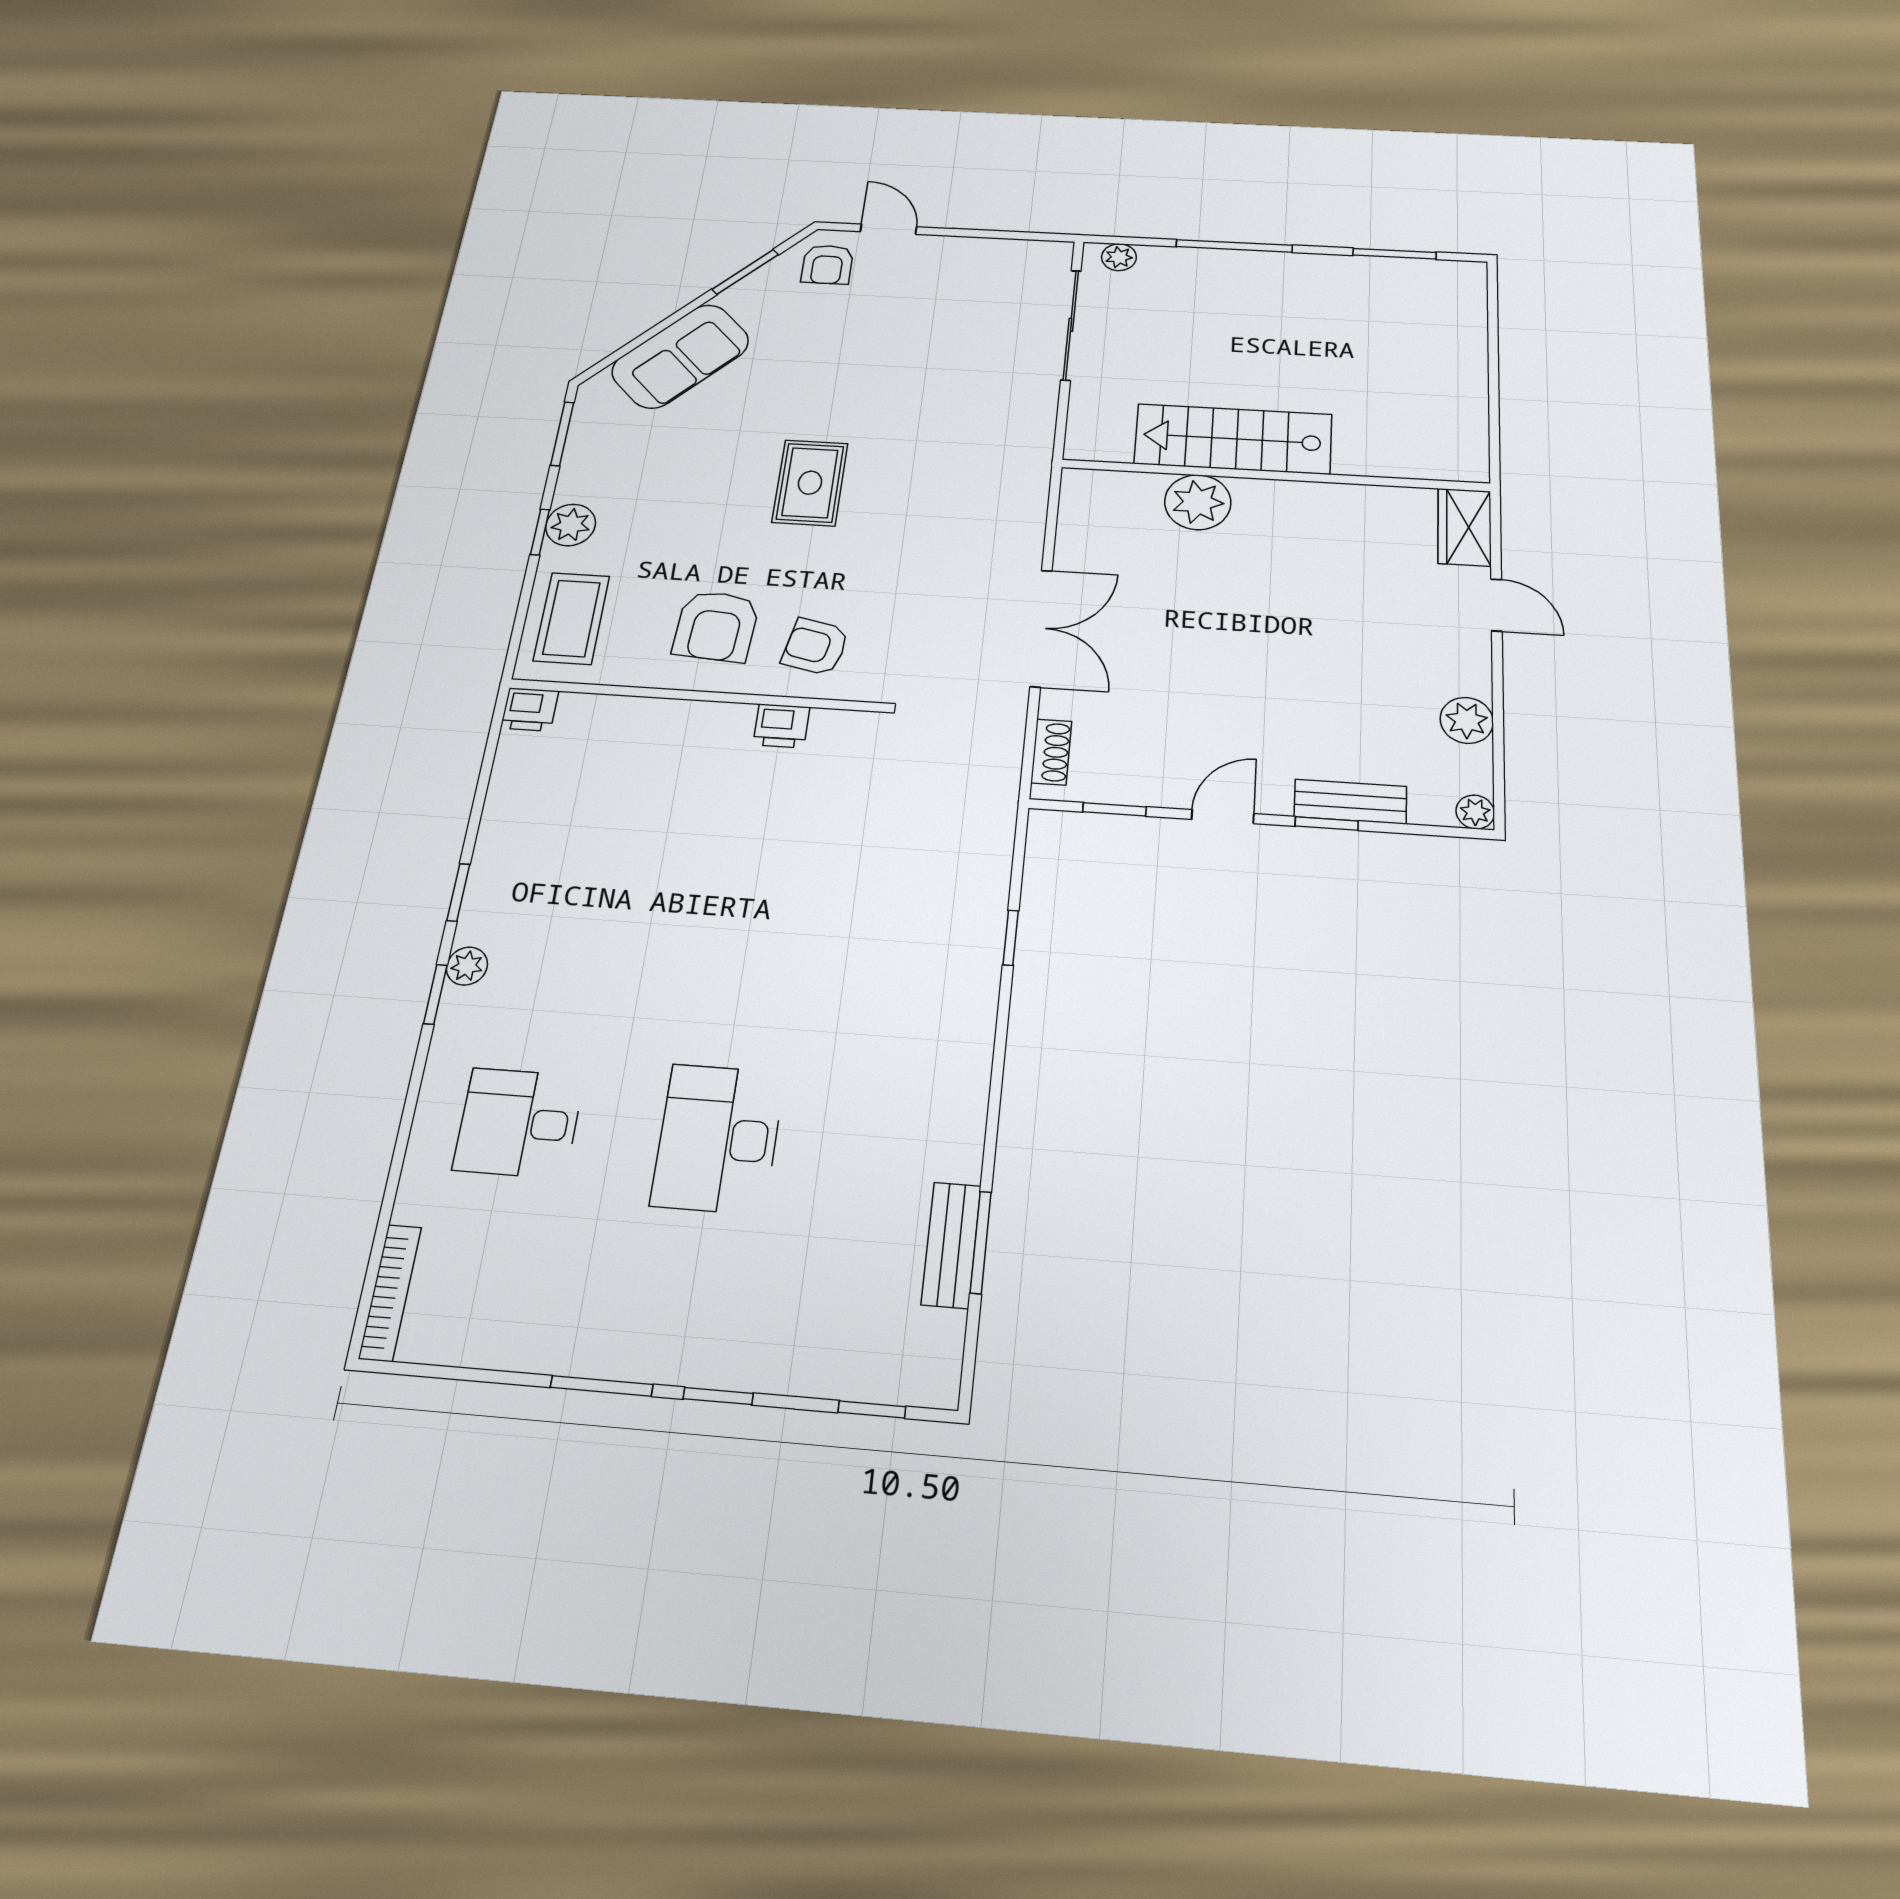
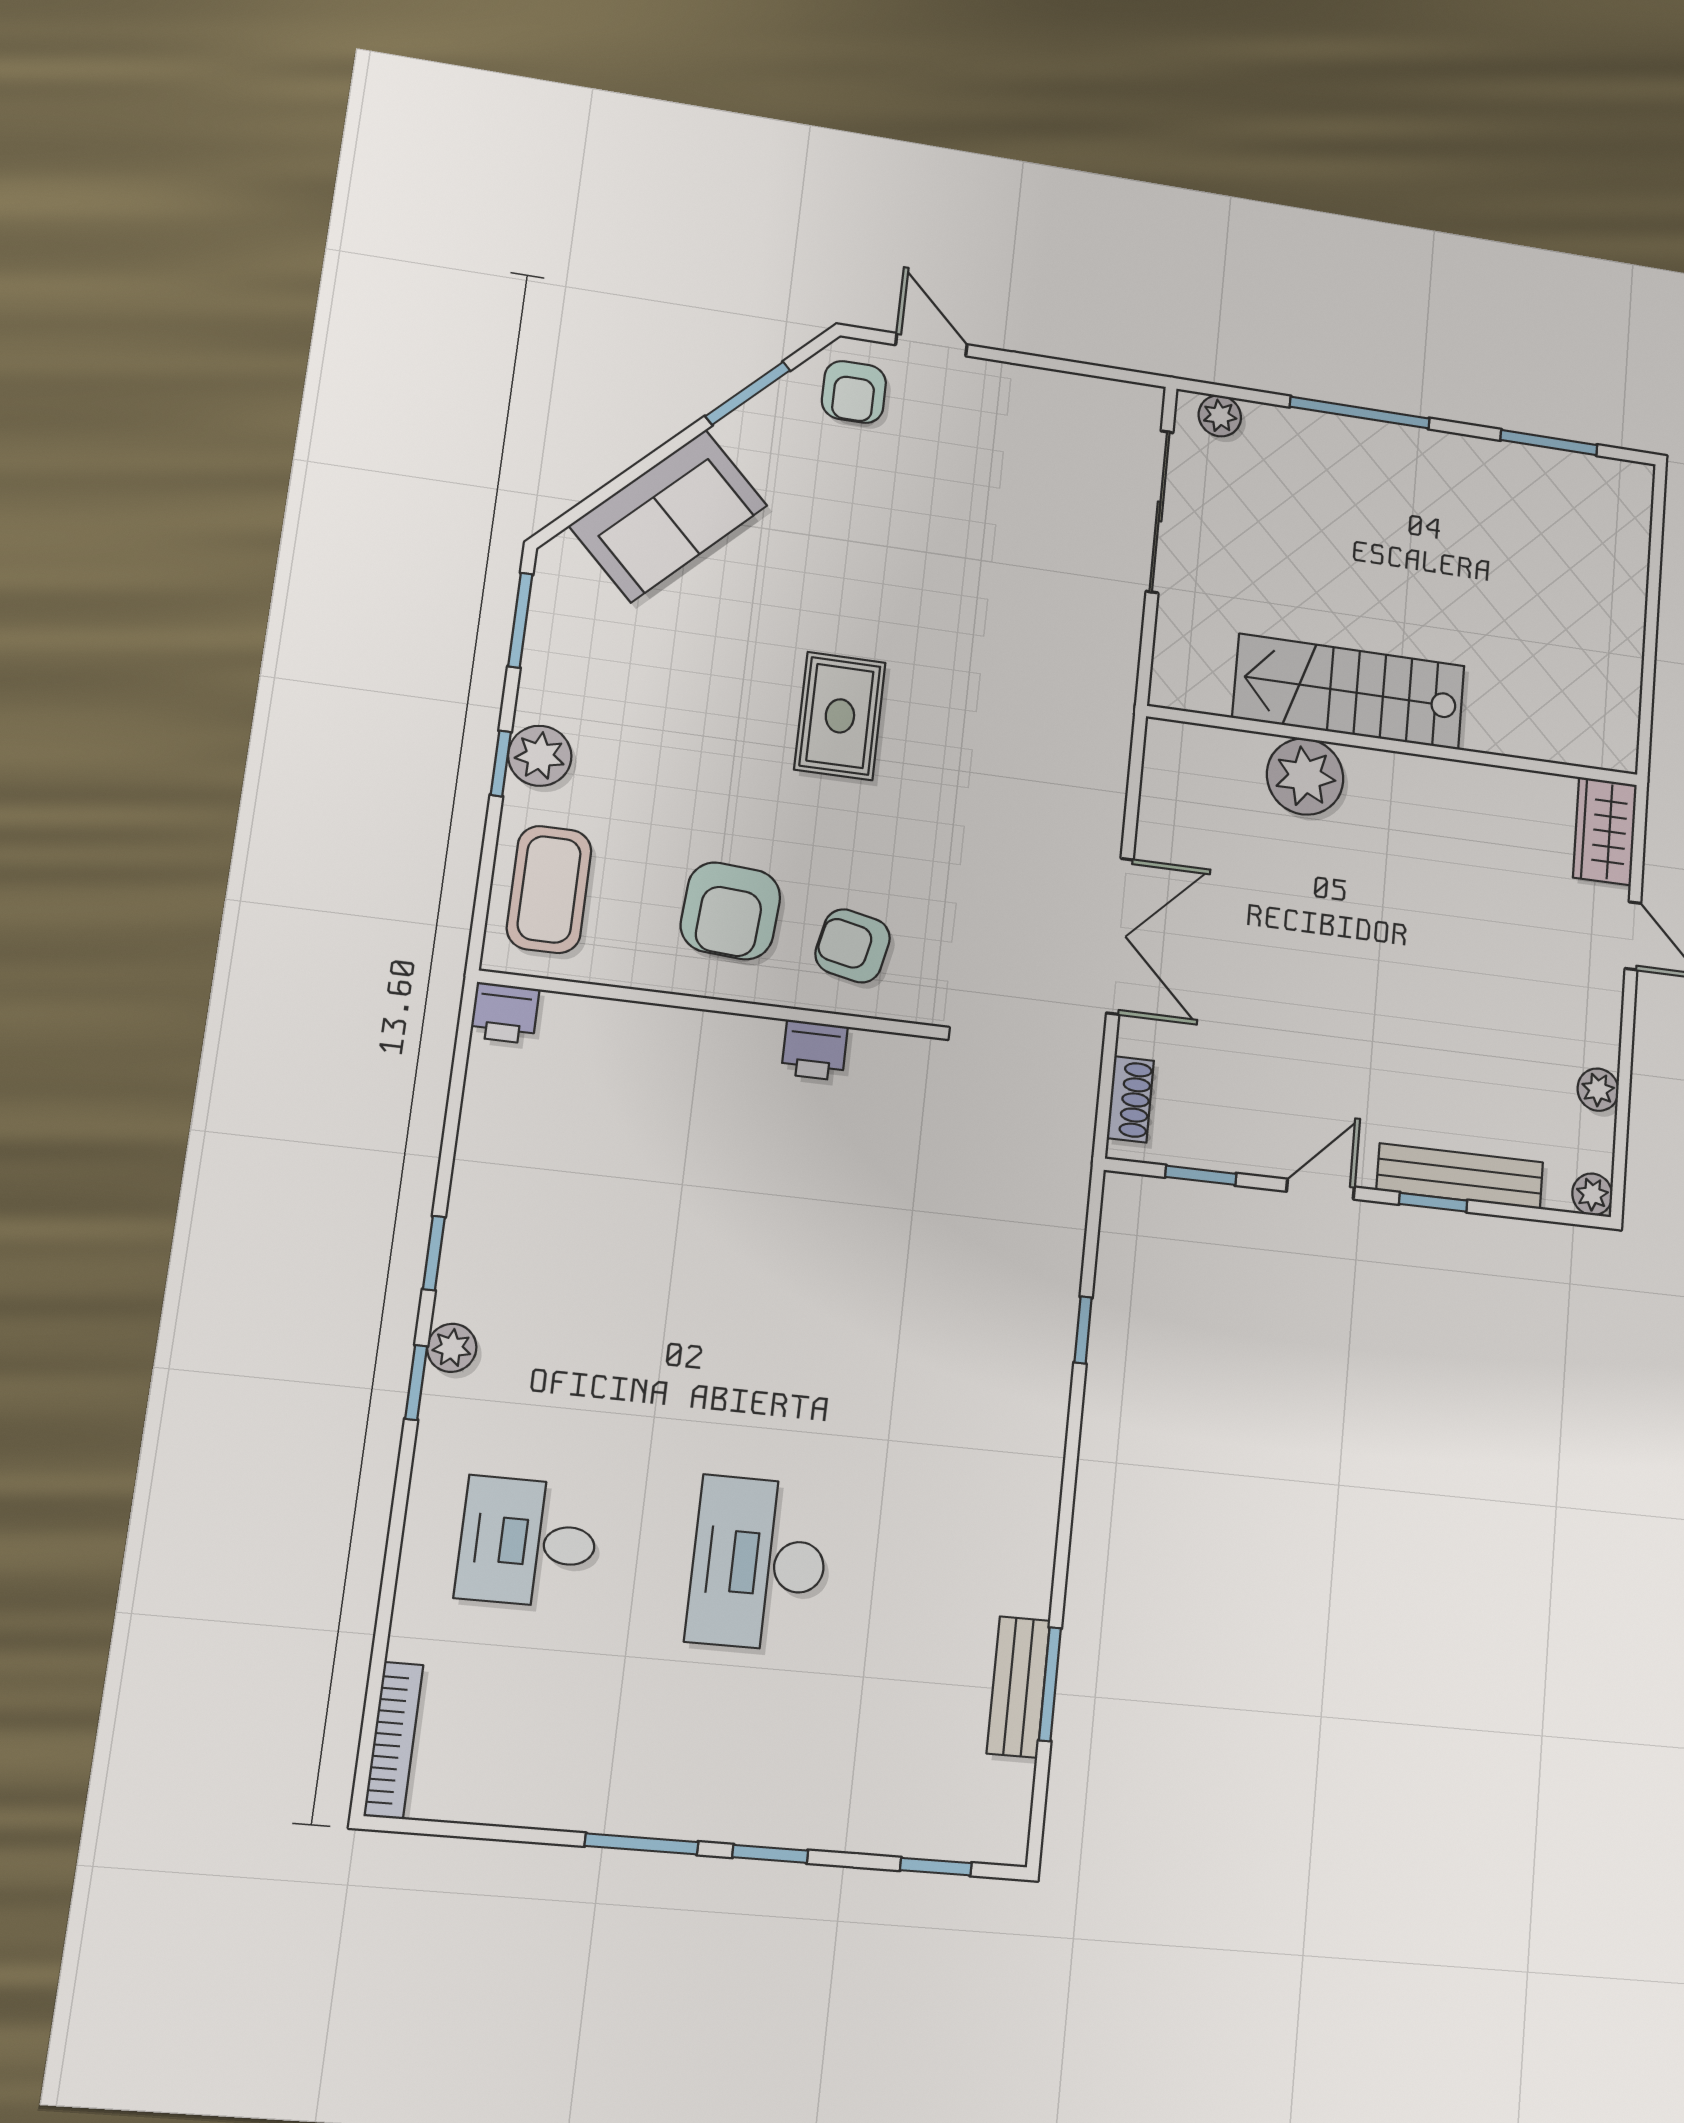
plant: (1467, 720) -> (1598, 1090), width x0.73, depth x0.73
bench: (1350, 802) -> (1460, 1176), width x1.36

